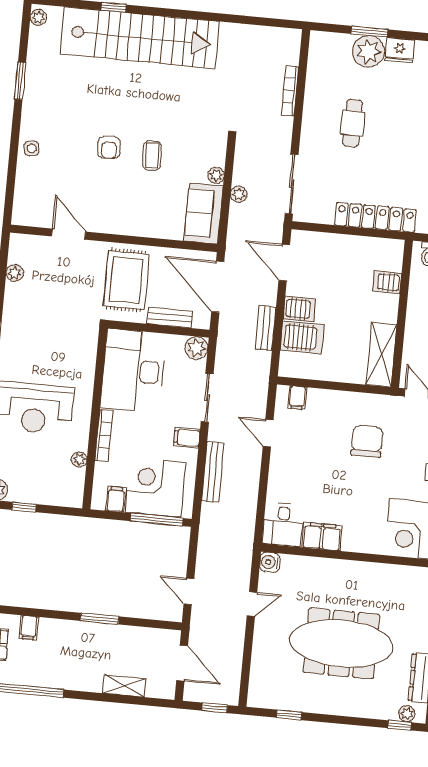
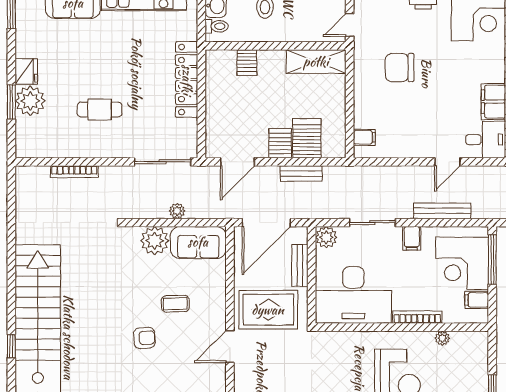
coffee table: (152, 156) -> (175, 304), moved
plant: (216, 176) -> (155, 241), width x1.87, depth x1.87
door: (69, 234) -> (230, 346), moved
door: (268, 433) -> (447, 162), moved

